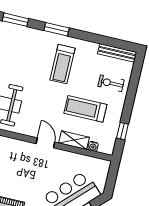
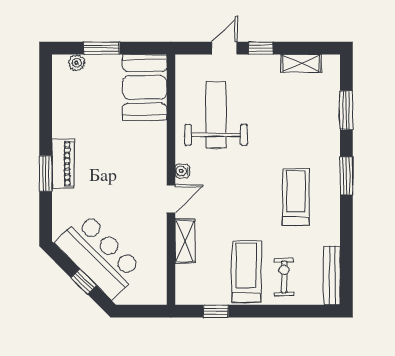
treadmill: (62, 64) -> (296, 197), turned 90
treadmill: (85, 109) -> (246, 271), moved
water cooler: (93, 146) -> (182, 171), moved

